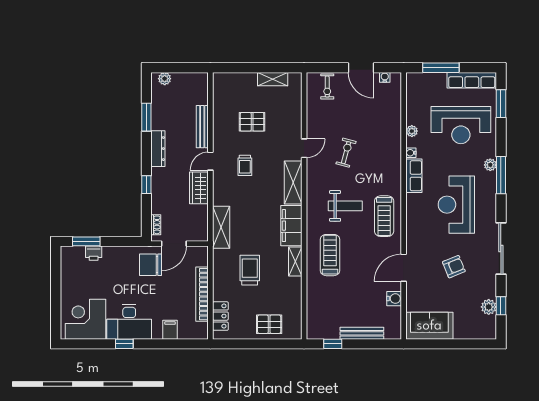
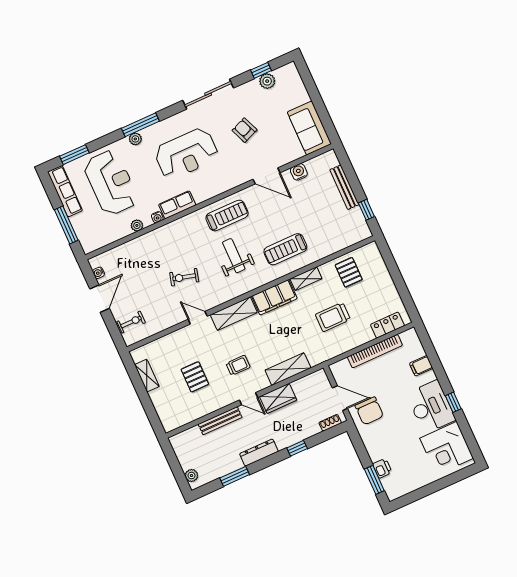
shelving: (221, 227) -> (288, 369), moved
pallet: (269, 324) -> (349, 272), moved

